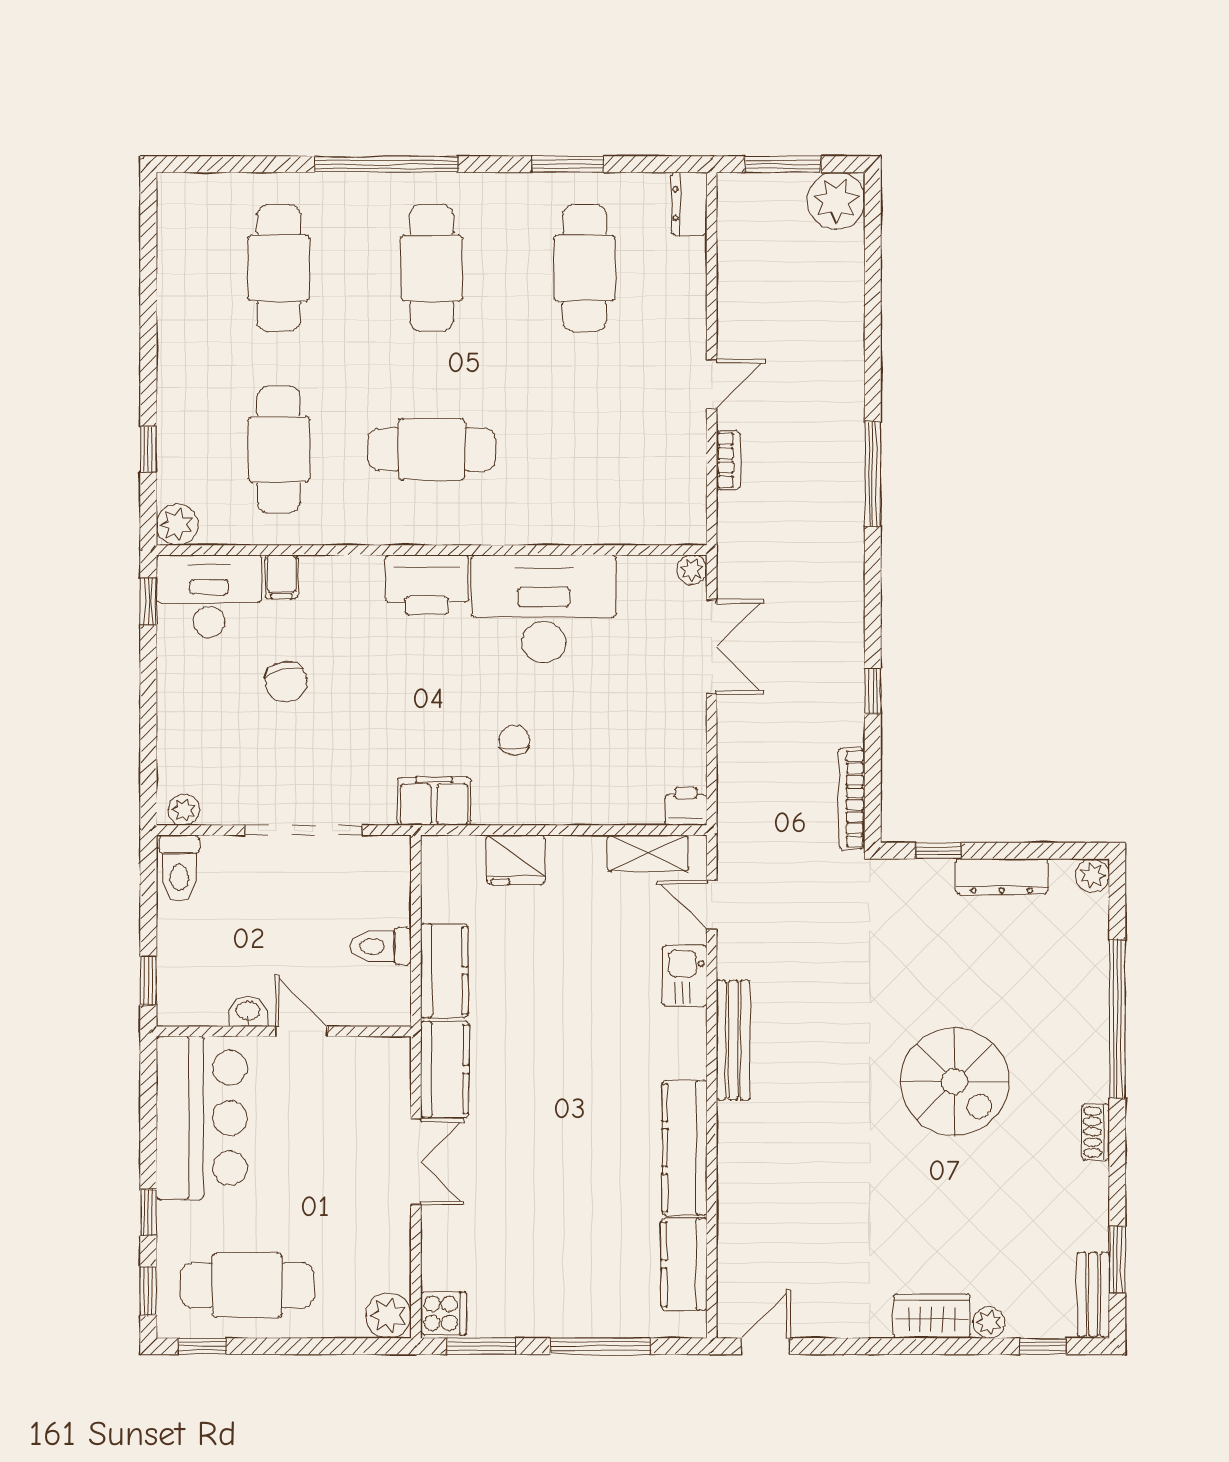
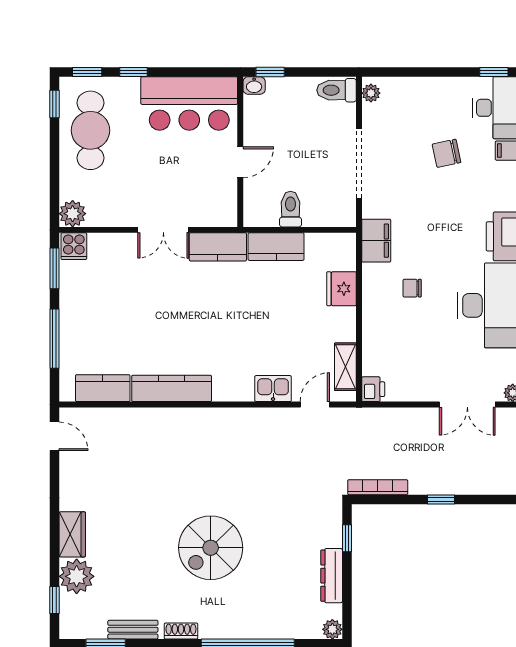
chair: (515, 740) -> (412, 288), turned 180
washbasin: (248, 1012) -> (254, 86), moved, turned 90
bench: (733, 1040) -> (235, 417), removed
bench: (1093, 1294) -> (133, 630), moved
plant: (989, 1322) -> (77, 576), width x1.87, depth x1.87

